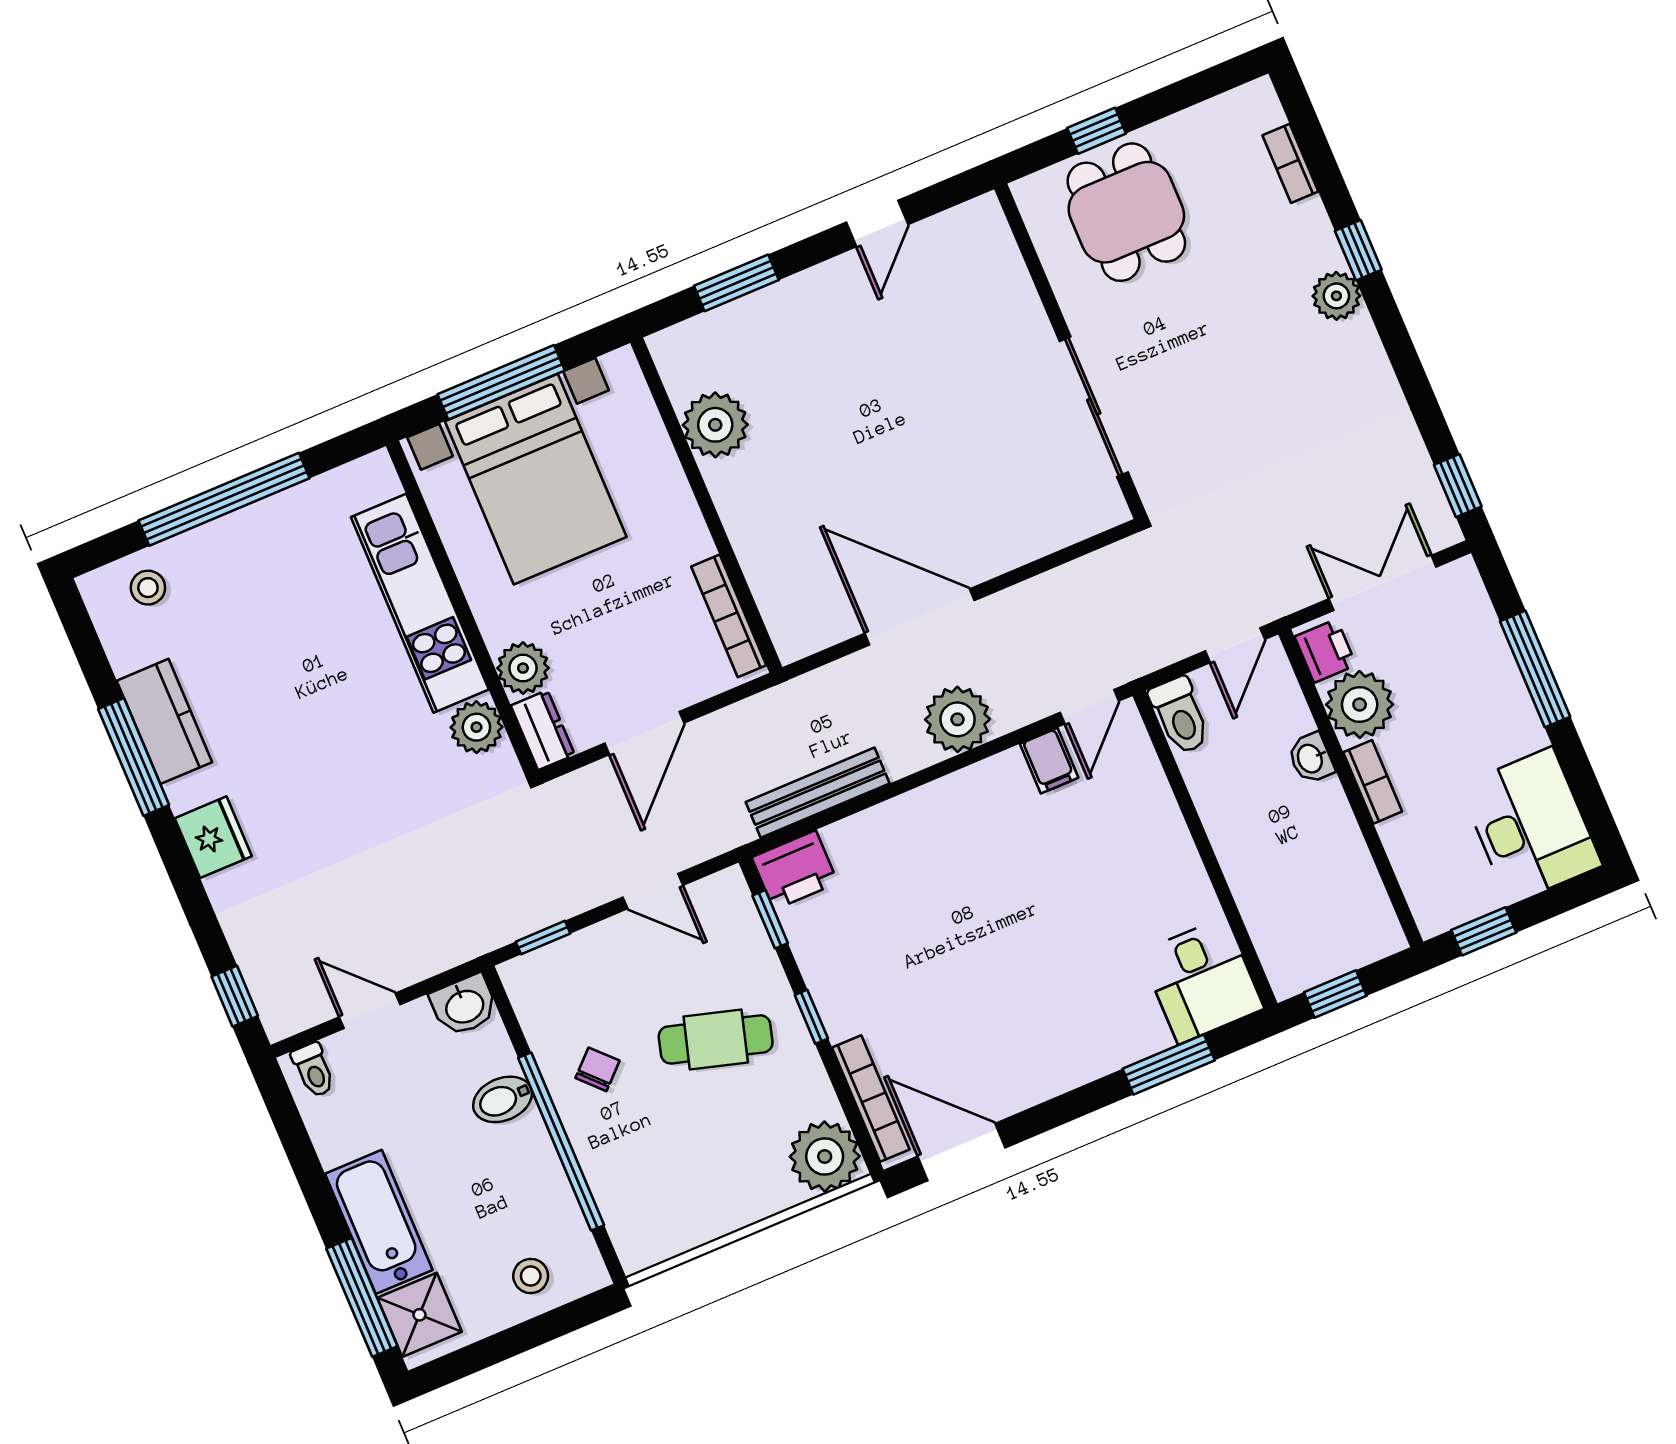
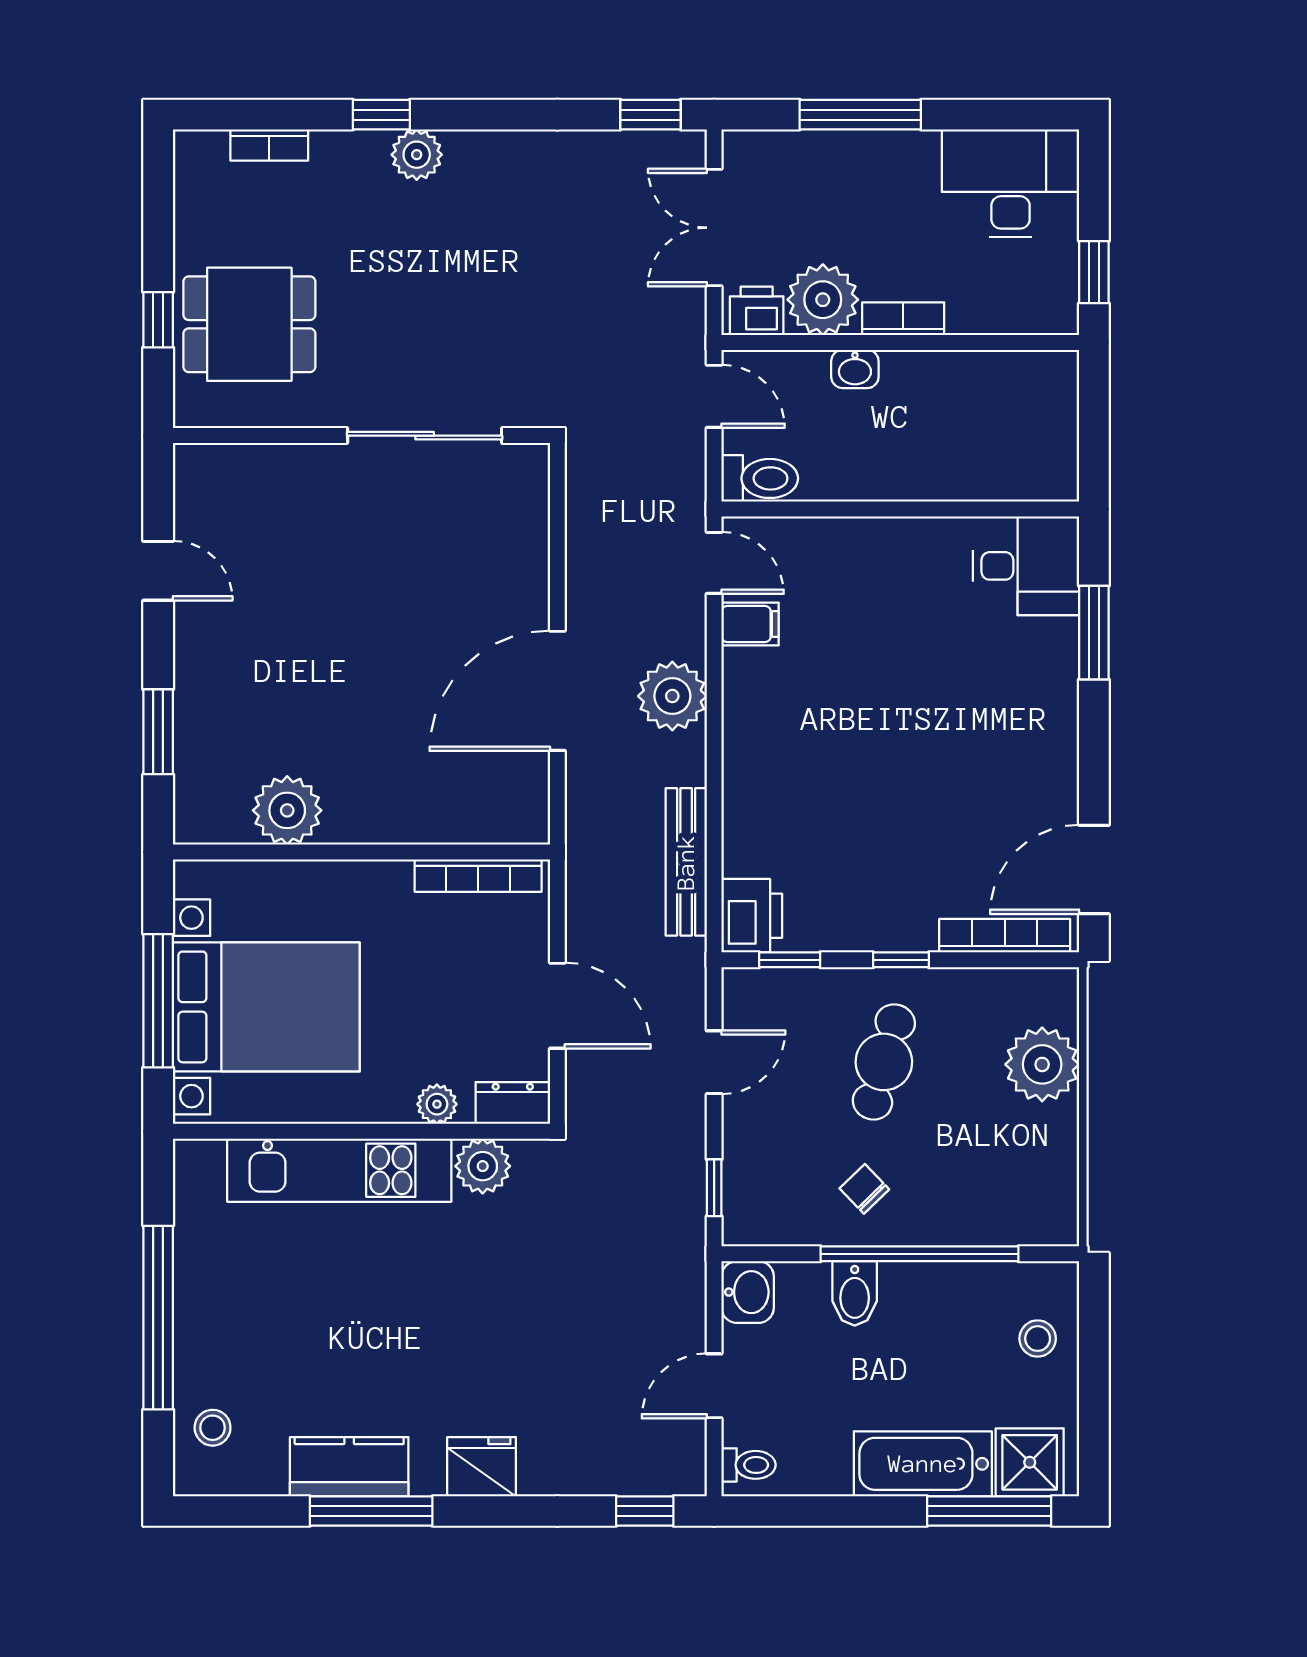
plant: (523, 668) -> (437, 1104), width x0.73, depth x0.73
window: (1335, 994) -> (1094, 442), removed
plant: (825, 1156) -> (1042, 1064), moved

